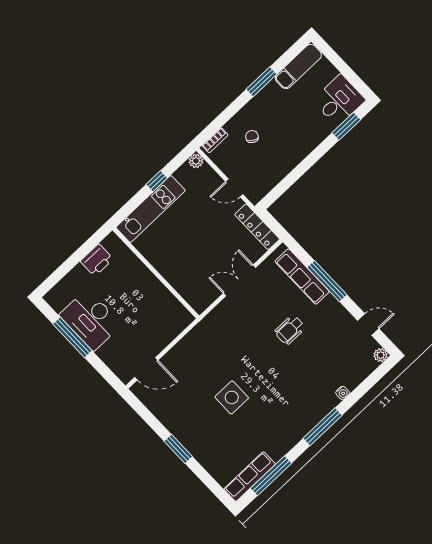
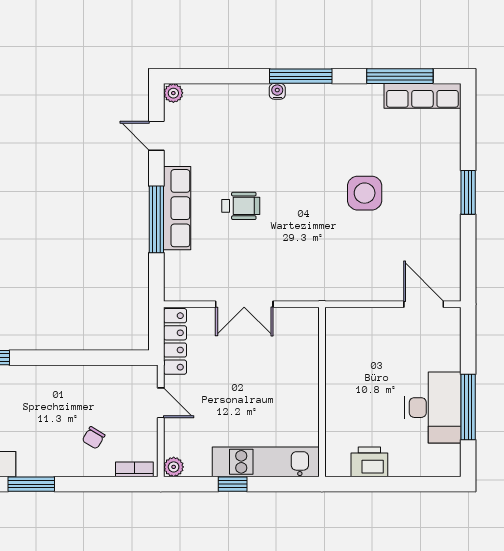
row of seats: (302, 276) -> (177, 208), moved
water cooler: (343, 393) -> (277, 91), moved

